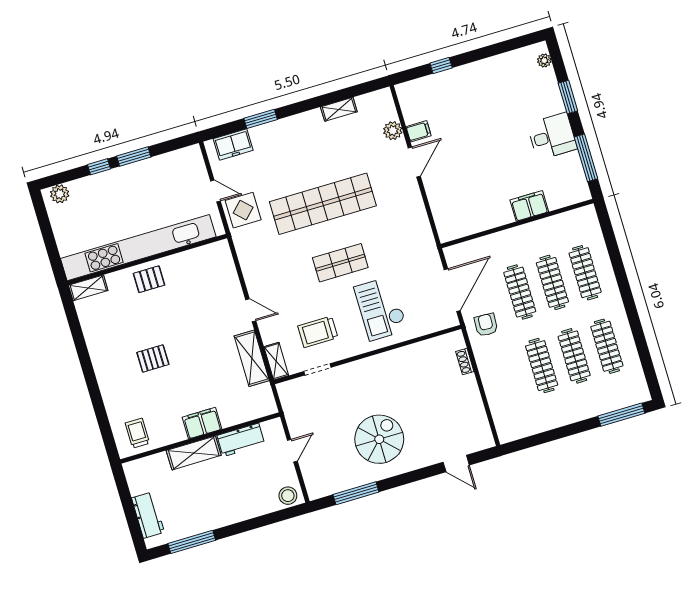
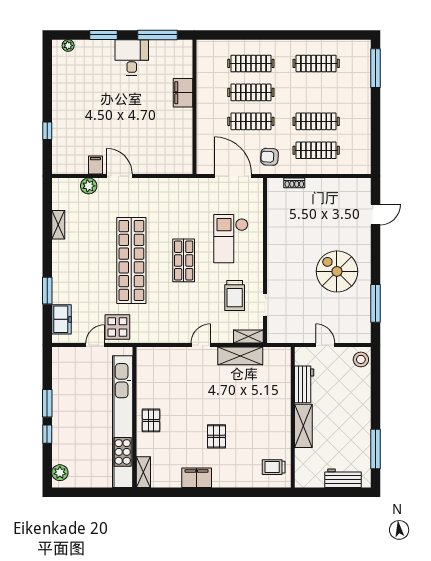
checkout: (381, 309) -> (231, 239), turned 90
clothes rail: (574, 356) -> (316, 150), moved
filing cabinet: (202, 423) -> (197, 478), moved, turned 90

